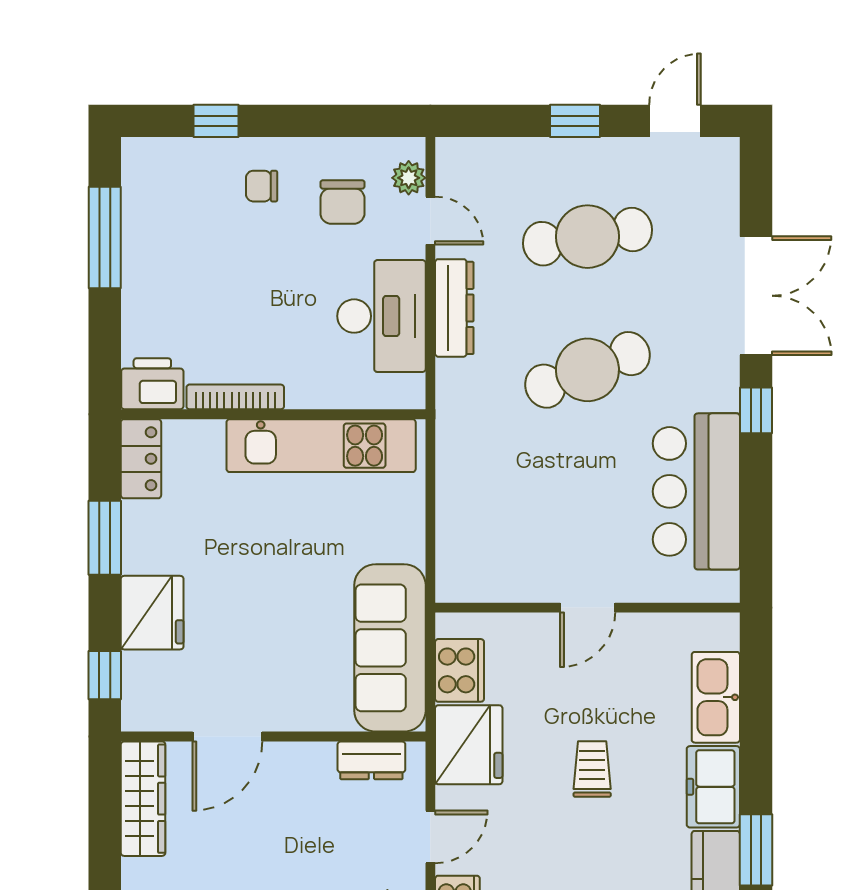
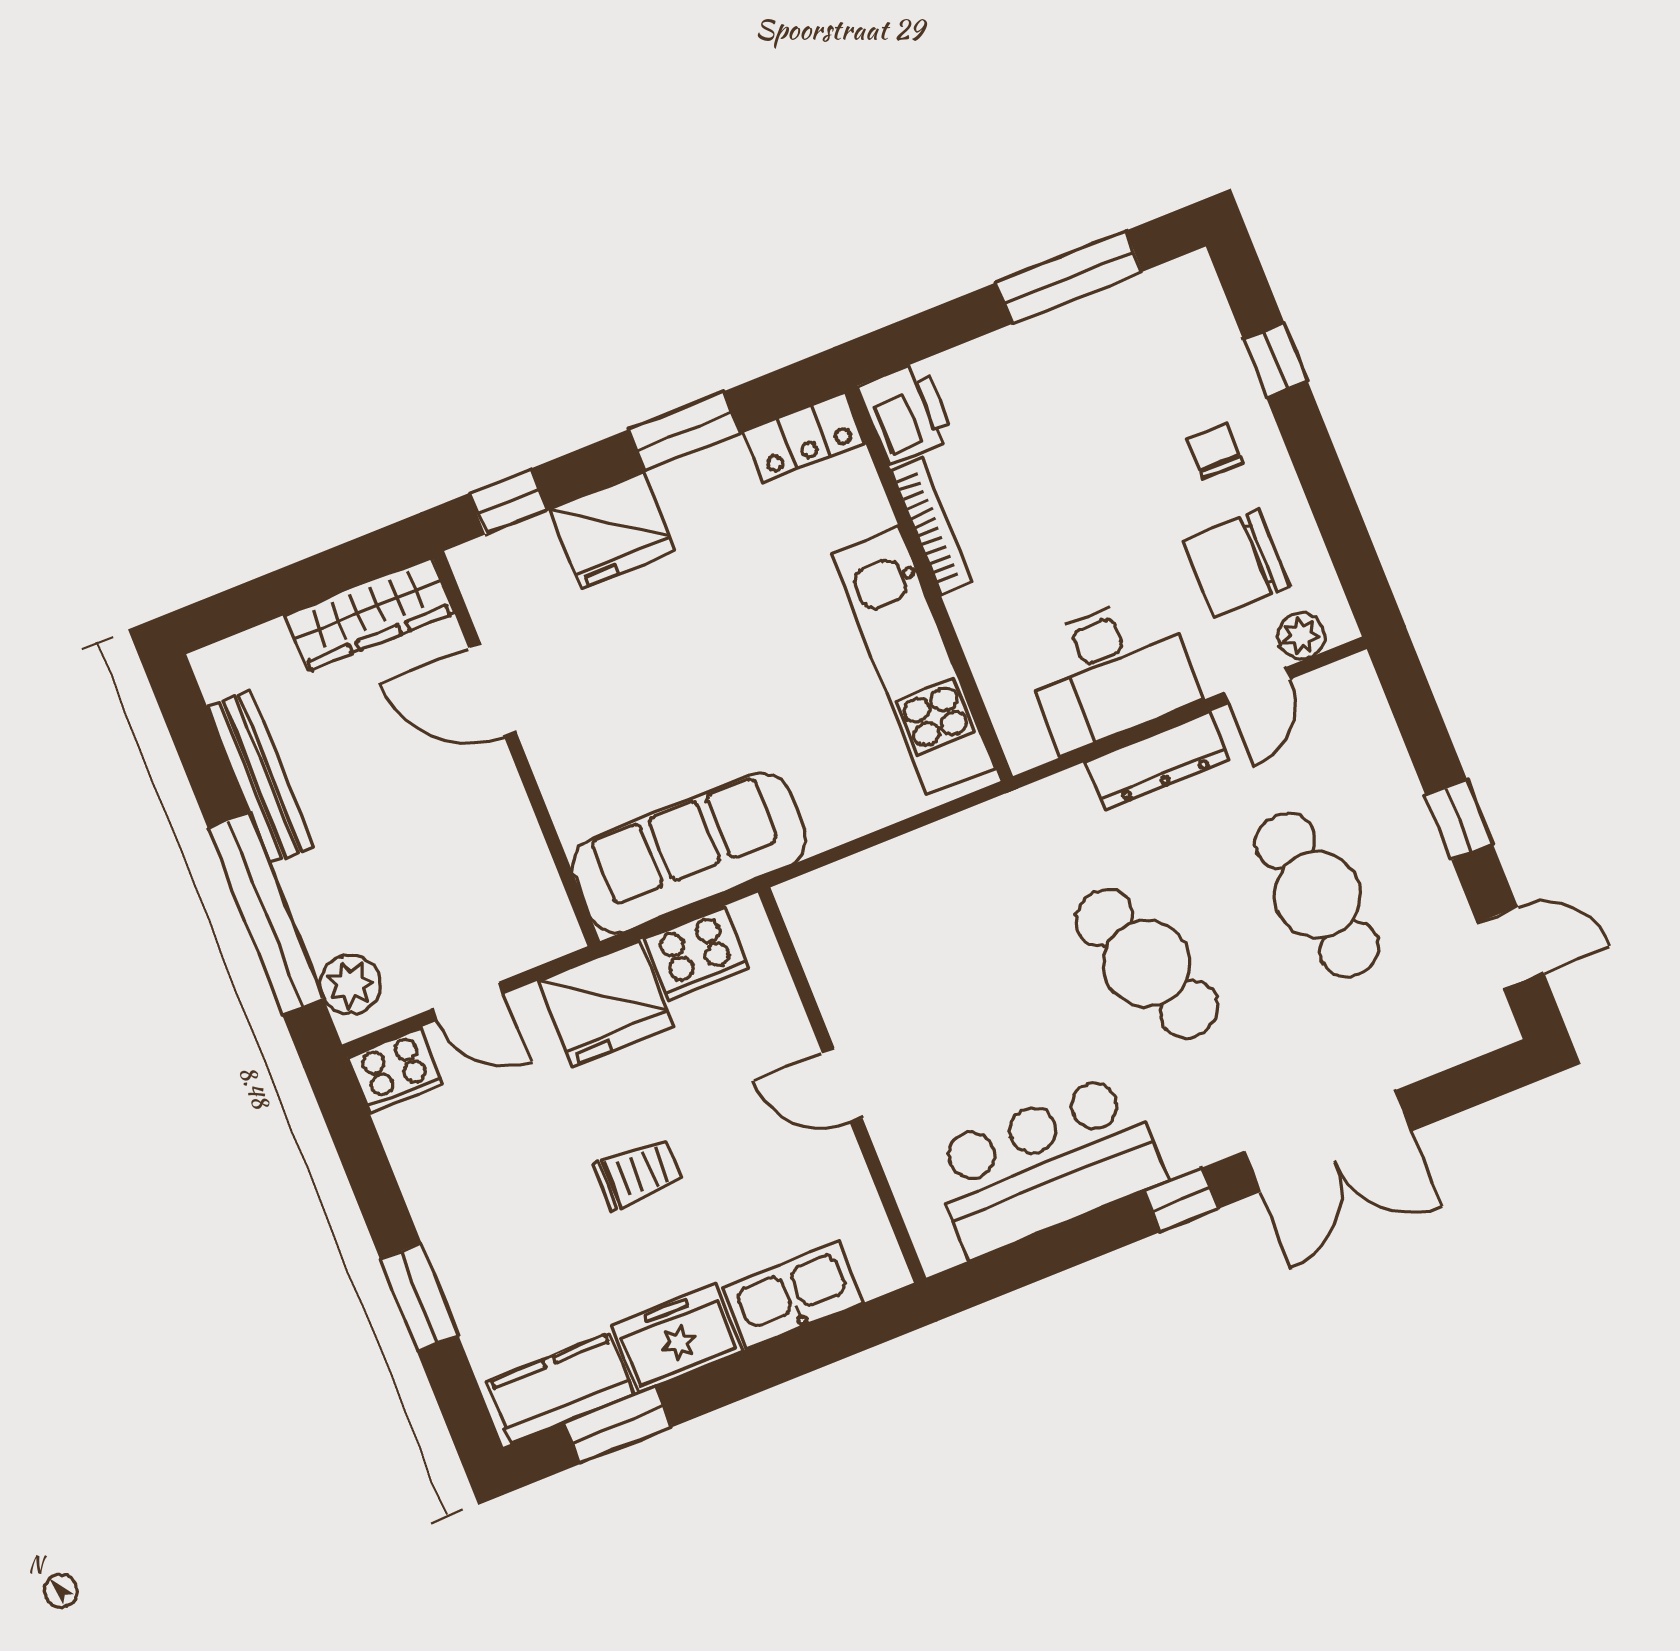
chair: (342, 202) -> (1236, 563), width x1.37, depth x1.37
dresser: (371, 760) -> (536, 887), removed

